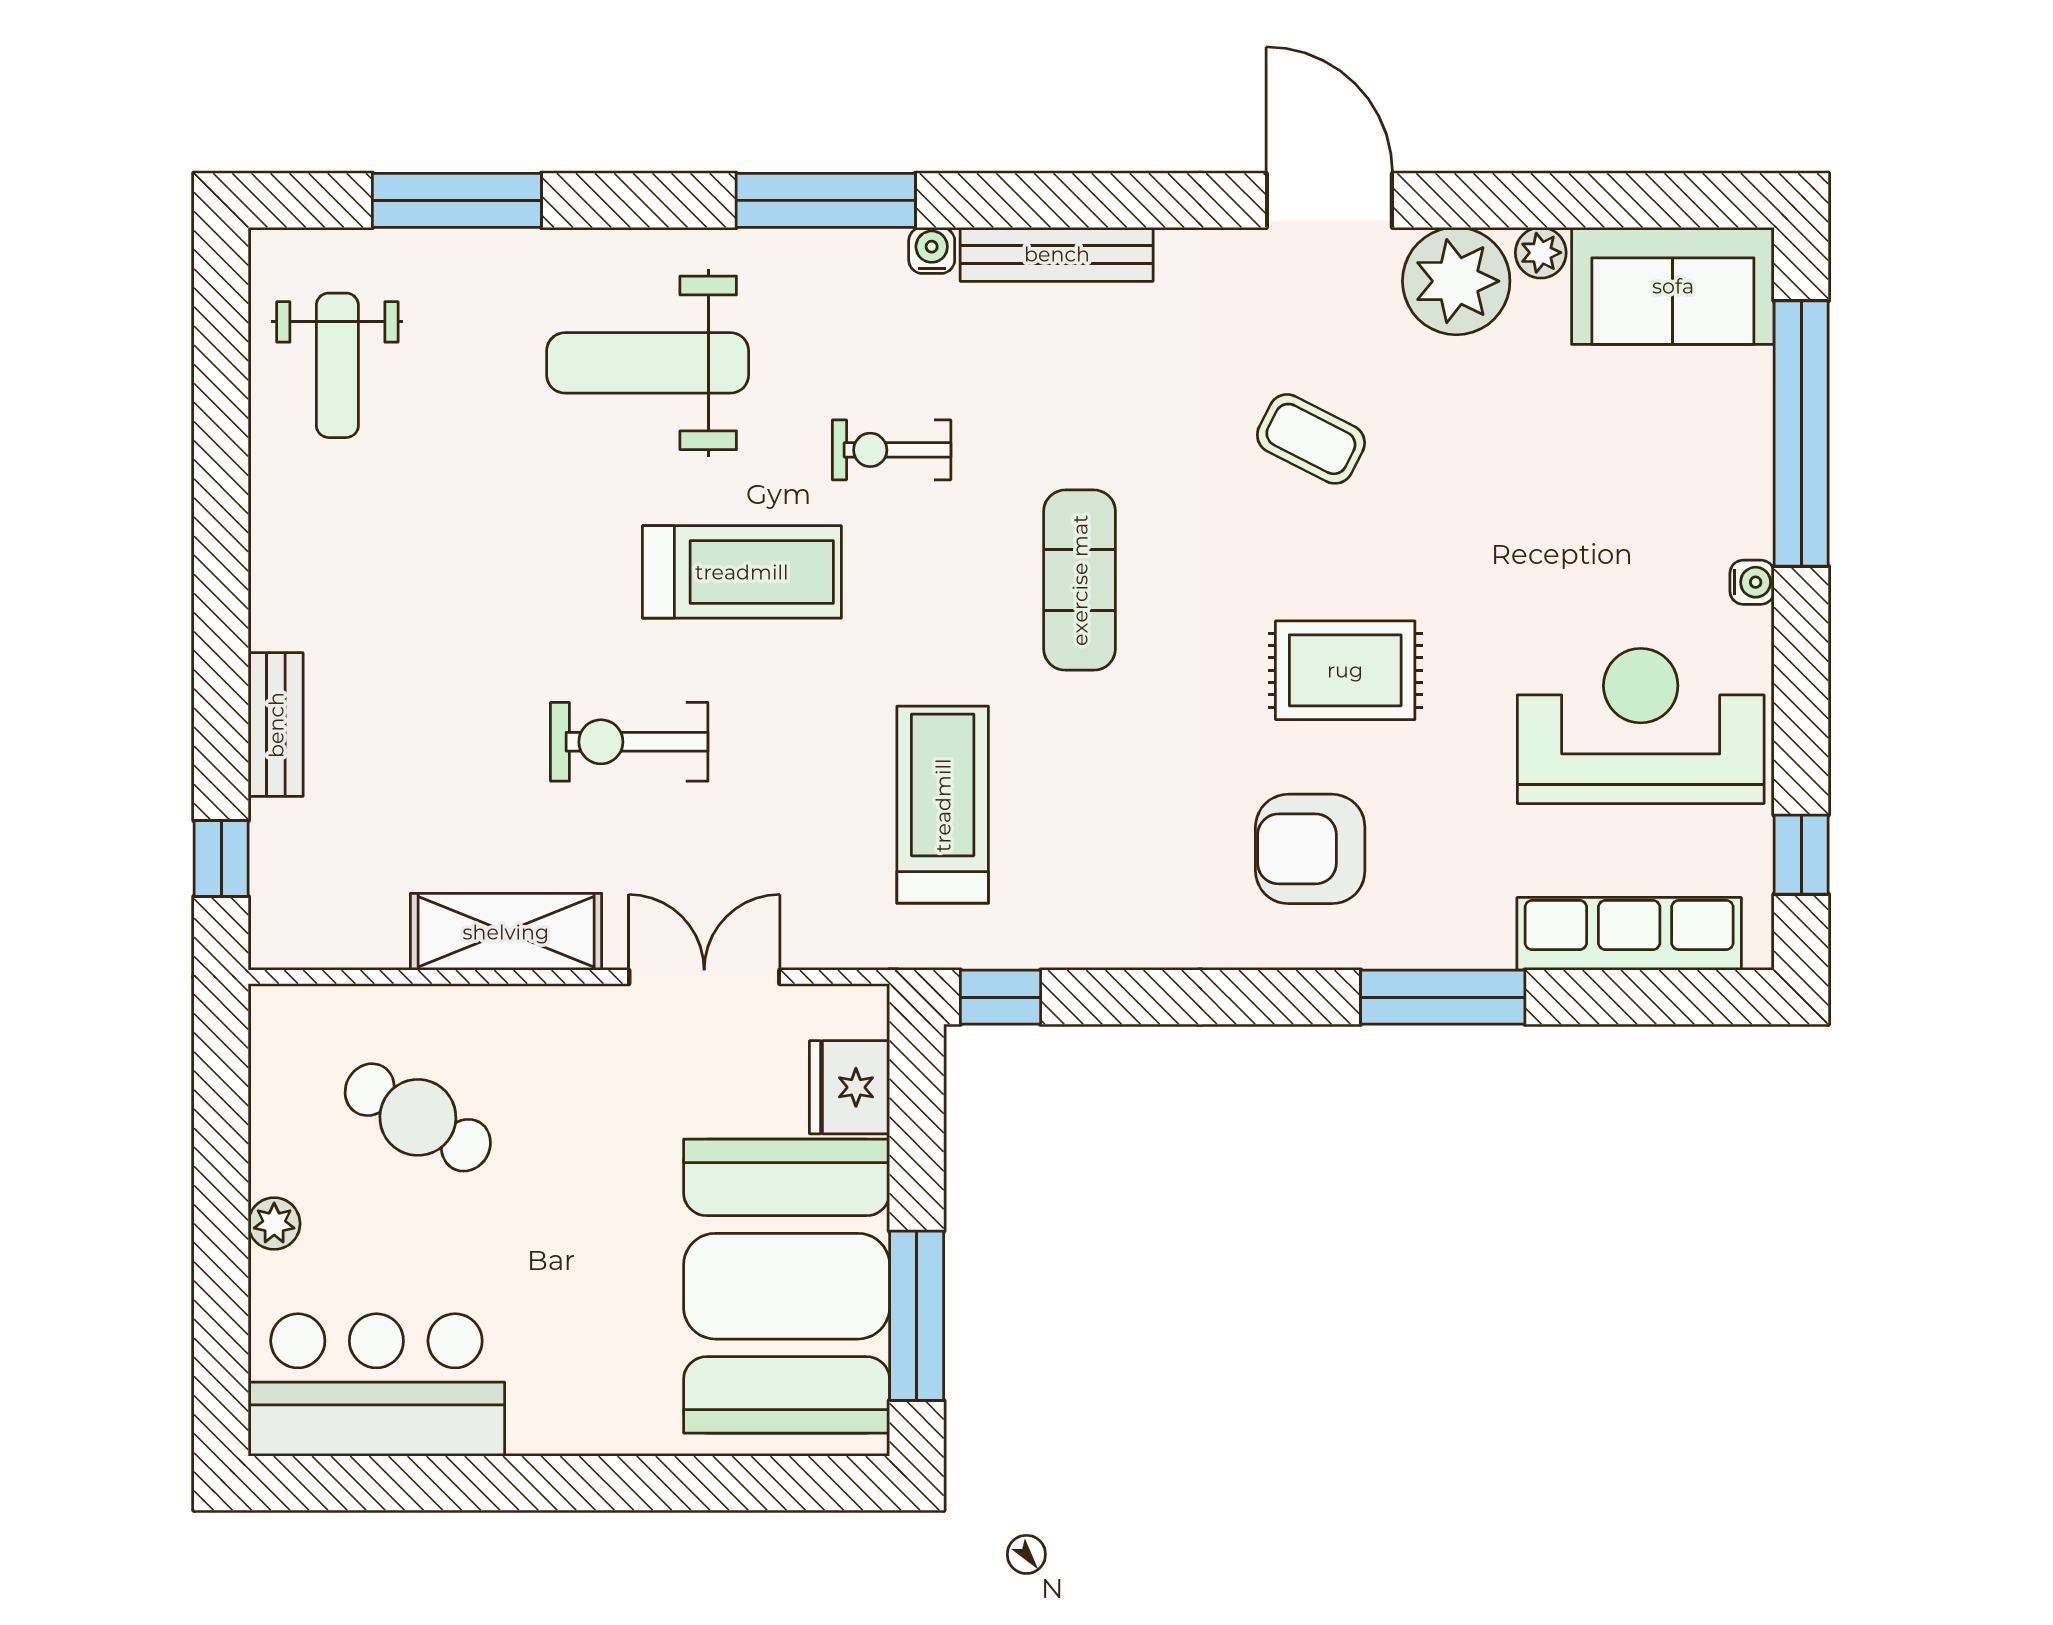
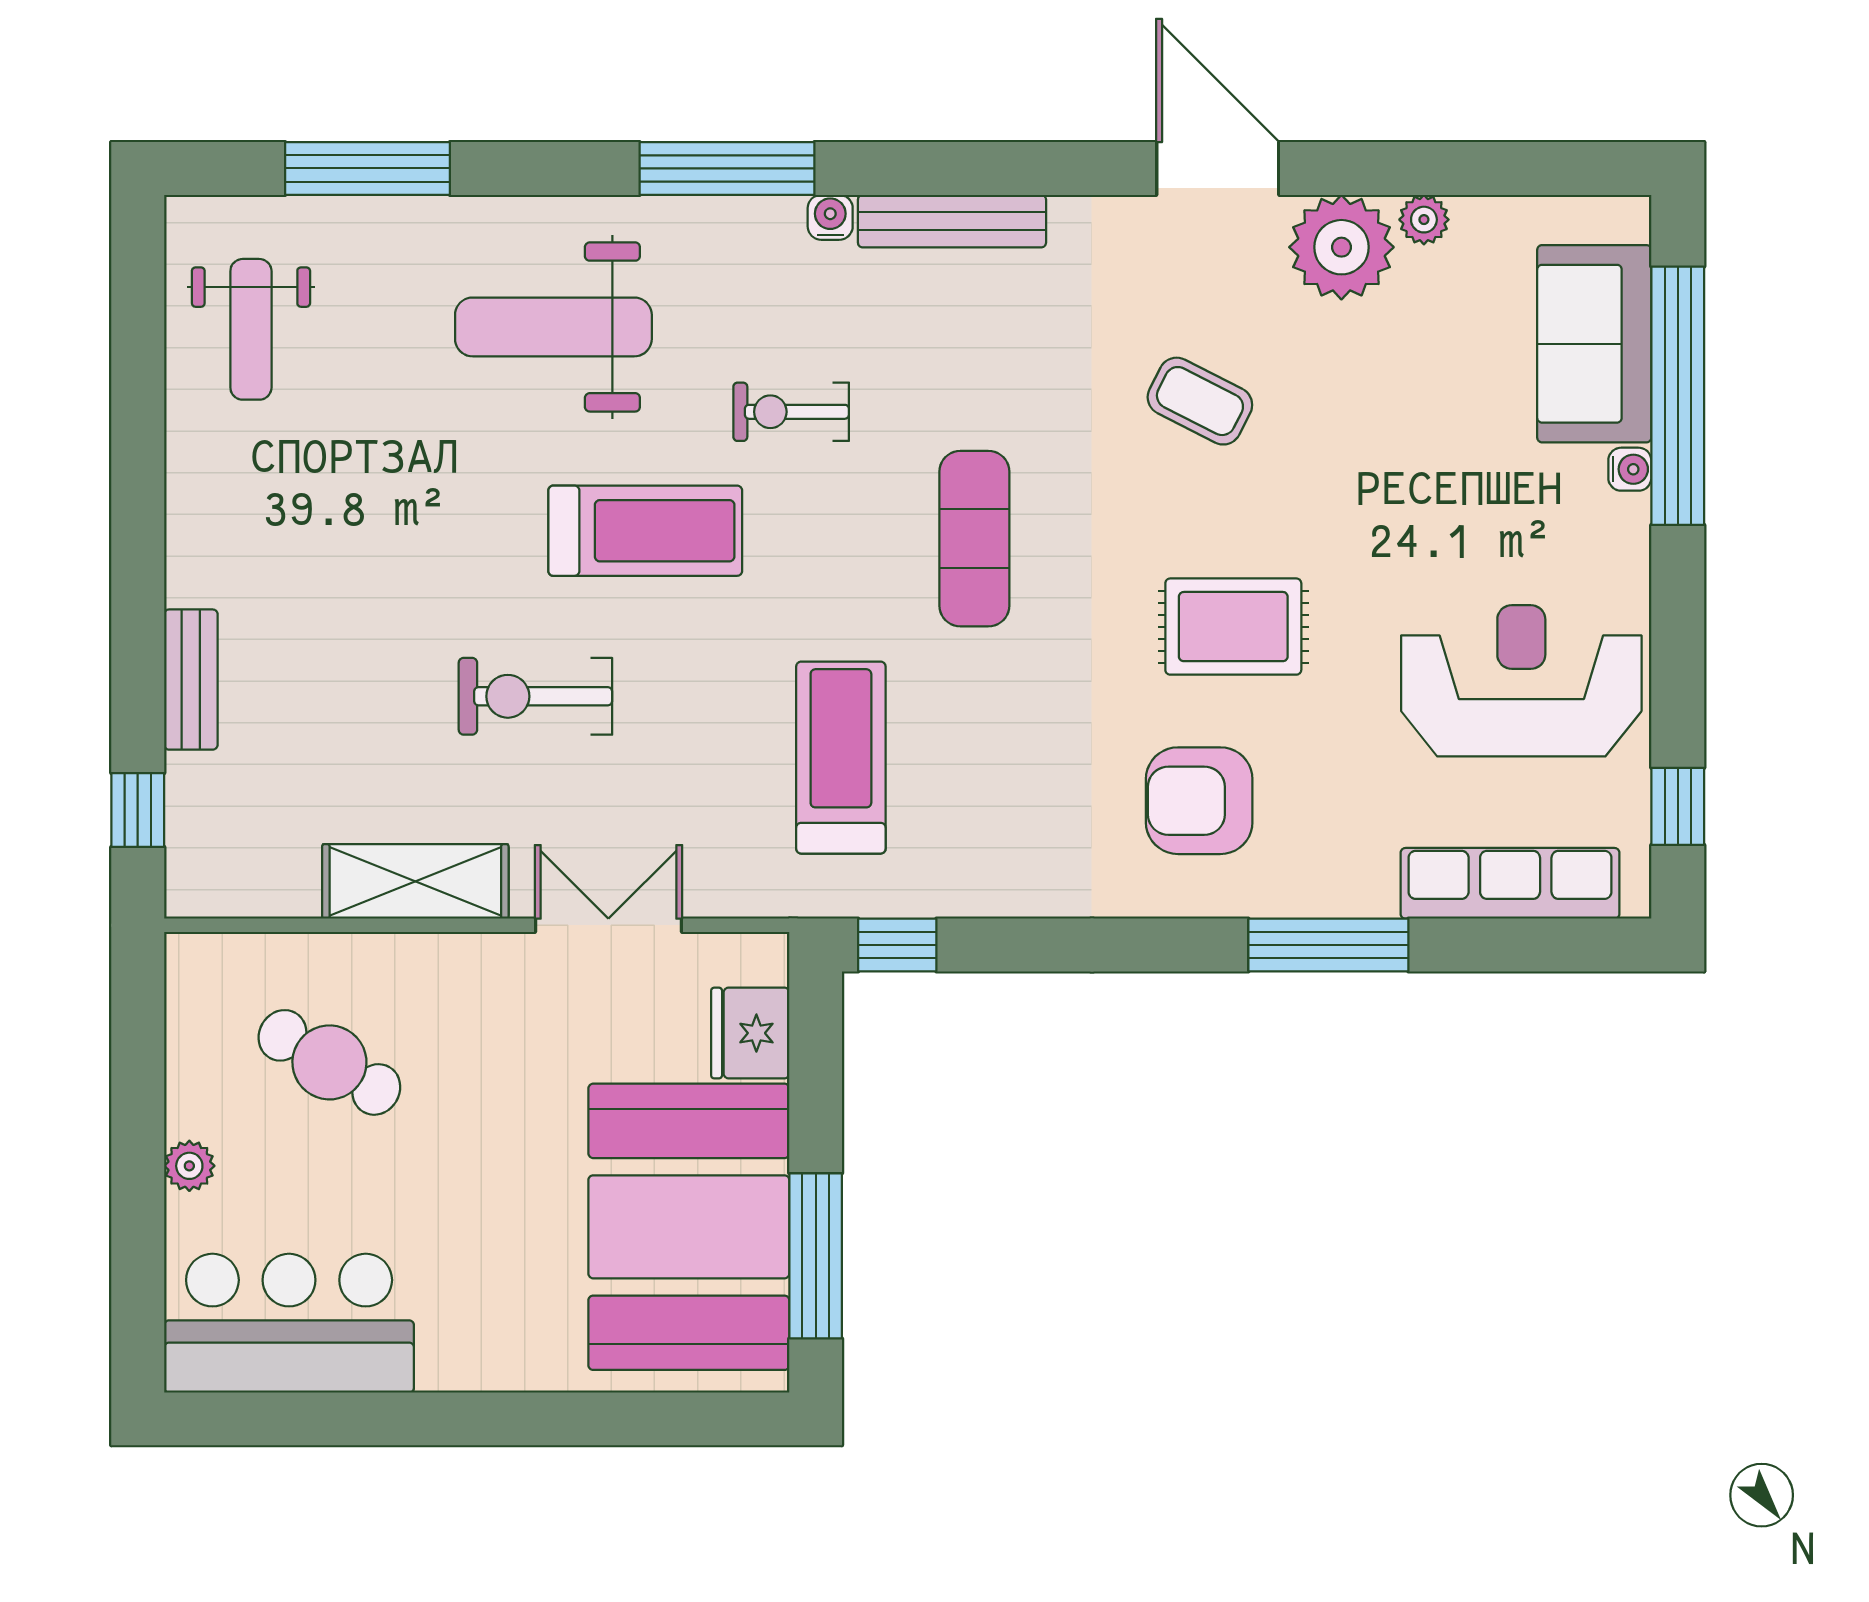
sofa: (1673, 286) -> (1594, 344), moved, turned 90
water cooler: (1752, 582) -> (1630, 469), moved

